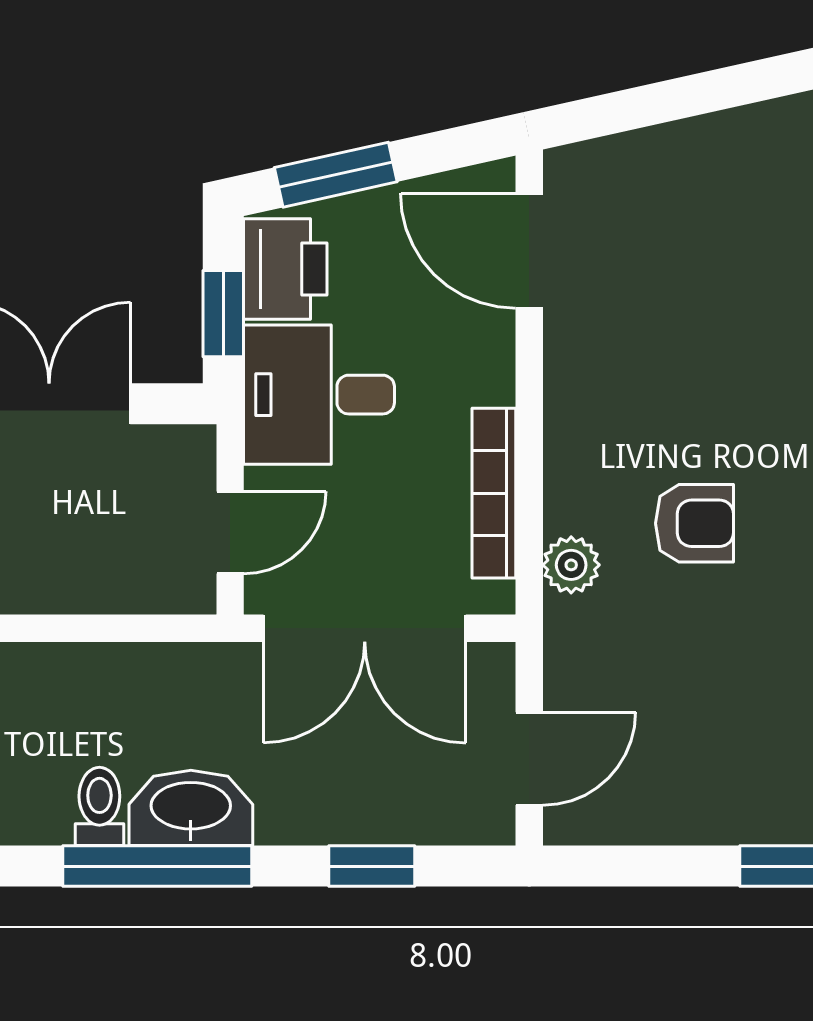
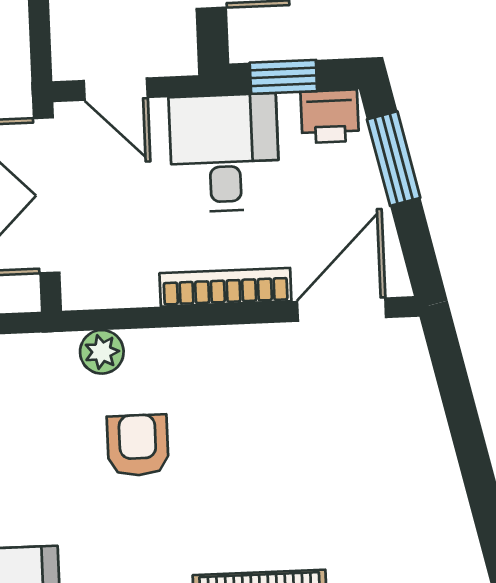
printer: (285, 269) -> (330, 116), width x0.73, depth x0.81
bookcase: (494, 493) -> (225, 287), moved
armchair: (694, 523) -> (138, 445), turned 180

